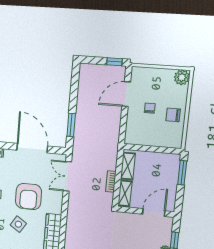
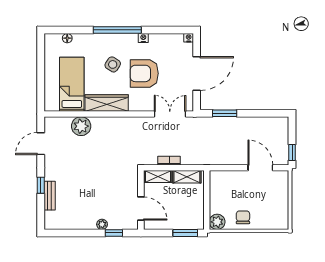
plant: (182, 77) -> (217, 222), moved
chair: (150, 108) -> (248, 193), removed

